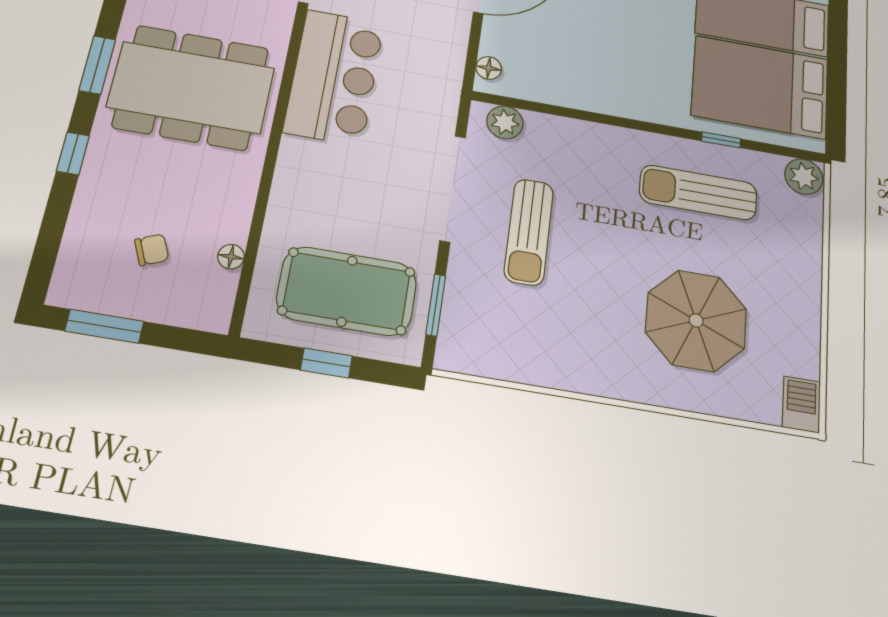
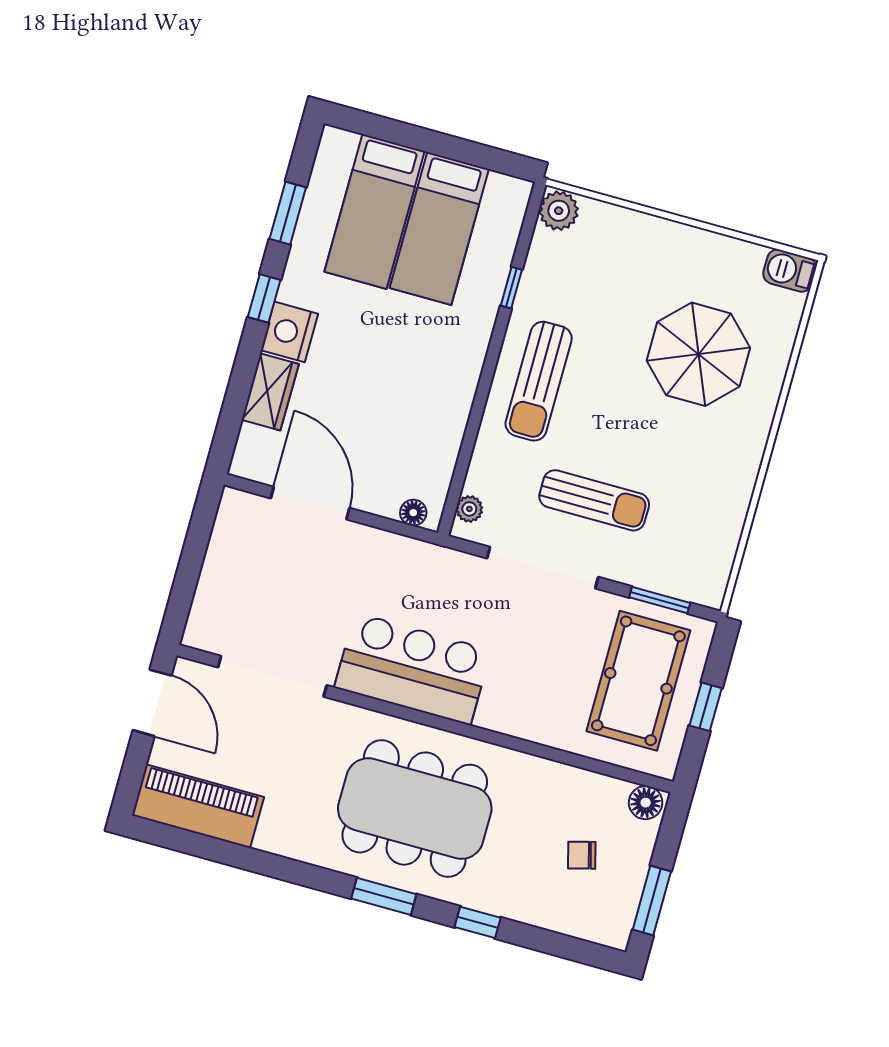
dining table: (191, 87) -> (415, 809), turned 90
bed: (760, 87) -> (439, 228), width x0.67
plant: (505, 122) -> (469, 509), width x0.73, depth x0.73
sun lounger: (698, 192) -> (539, 381), moved
chair: (152, 250) -> (582, 855), turned -82
floor lamp: (231, 257) -> (646, 803), moved, width x1.37, depth x1.37

